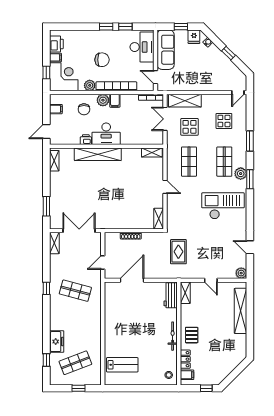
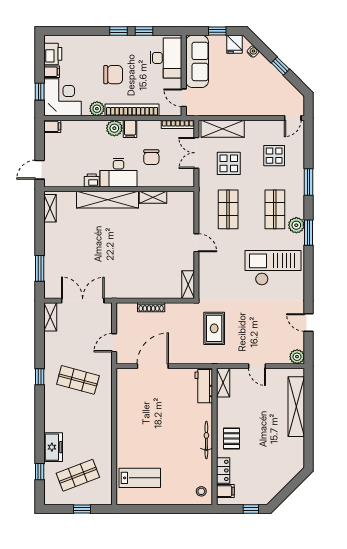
filing cabinet: (56, 109) -> (52, 126), moved
chair: (84, 109) -> (151, 157), moved
shelving: (152, 152) -> (153, 197), moved

